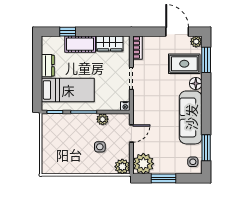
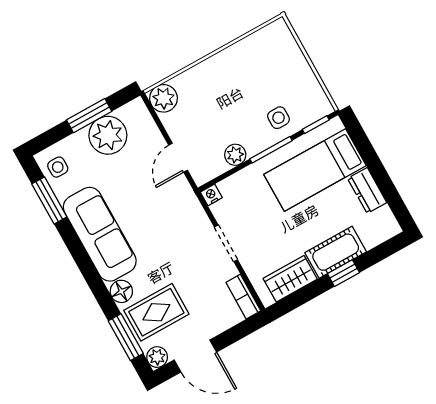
window: (68, 32) -> (343, 273), moved
side table: (100, 147) -> (278, 118), moved
plant: (143, 164) -> (108, 135), moved

